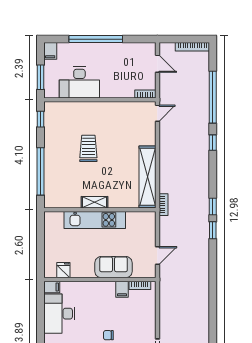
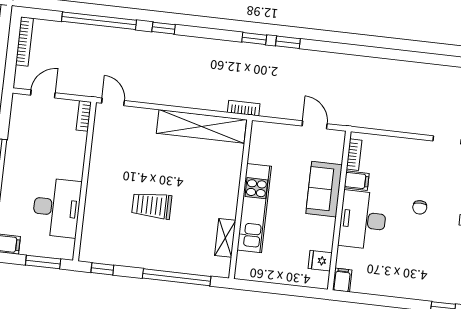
shelving: (95, 202) -> (225, 238), moved
desk: (59, 314) -> (363, 220), moved, turned 90

